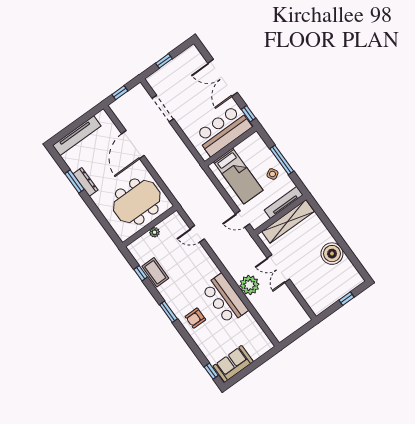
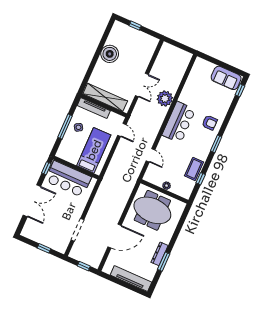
bar counter: (225, 299) -> (179, 122), moved

